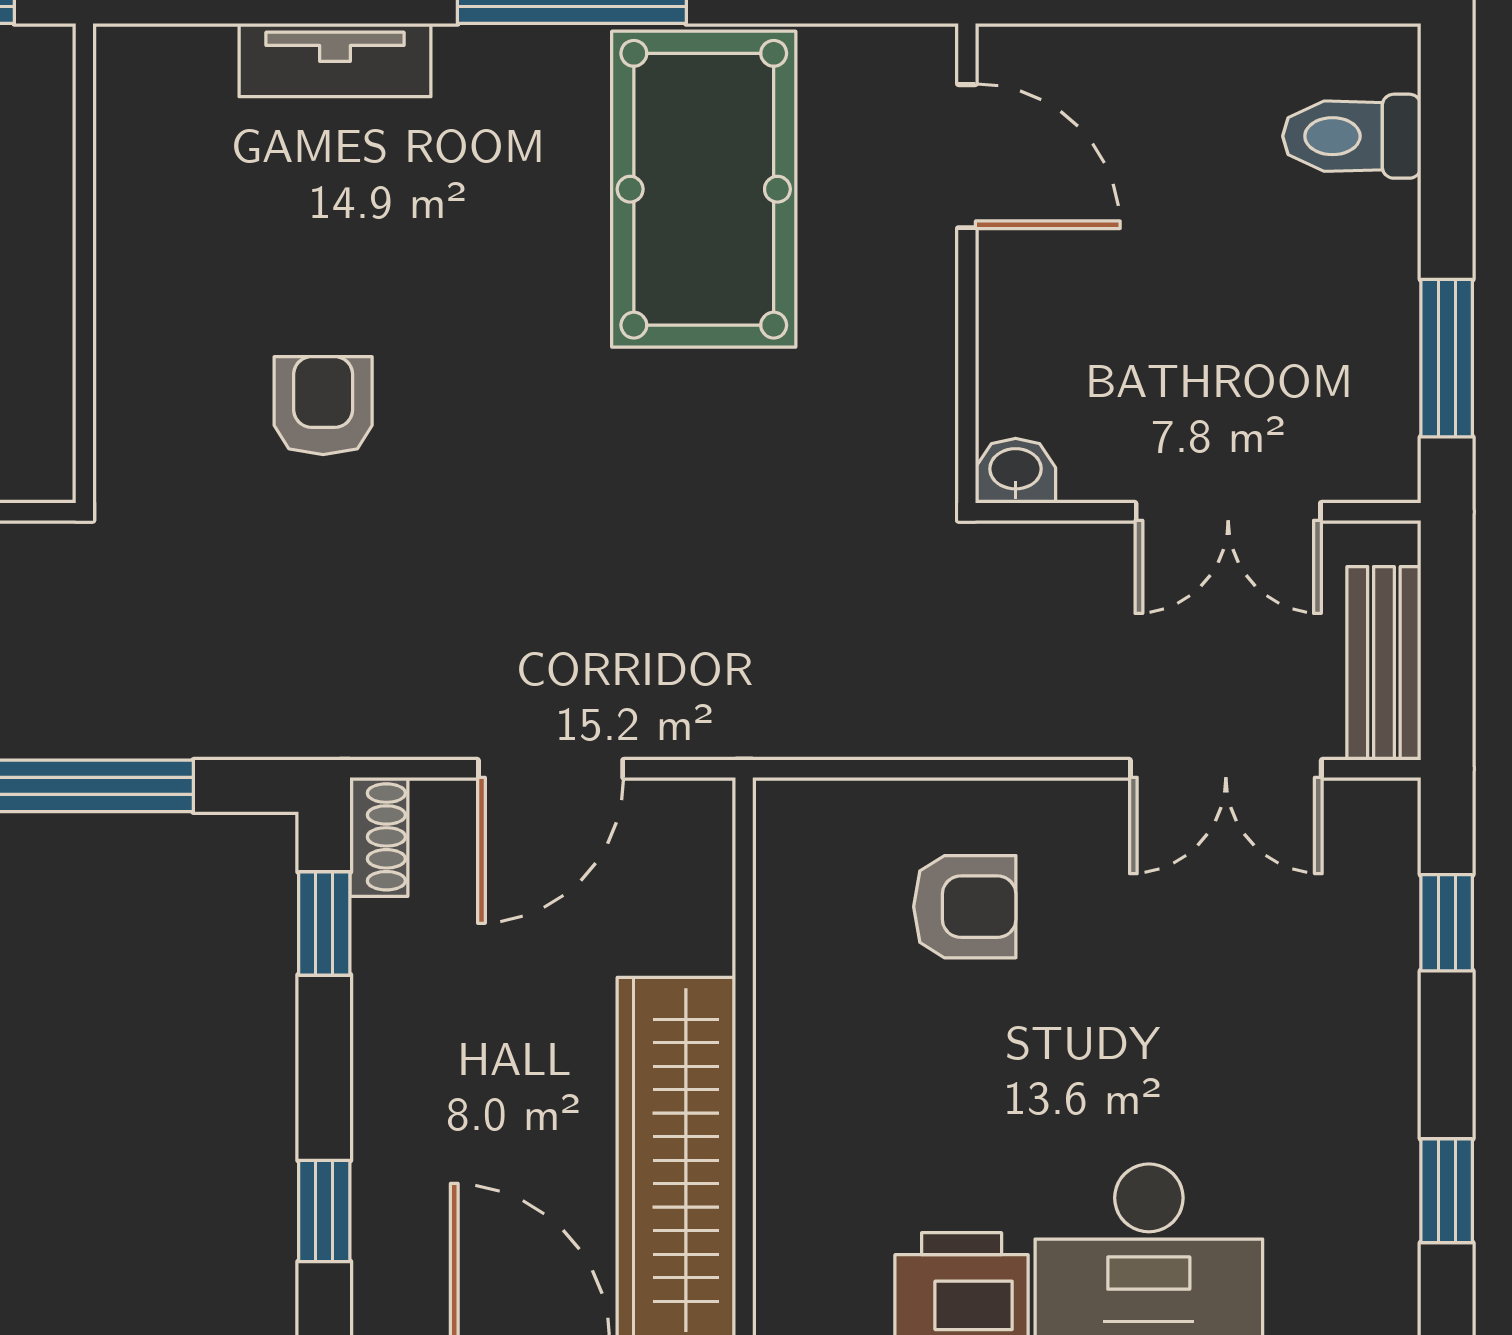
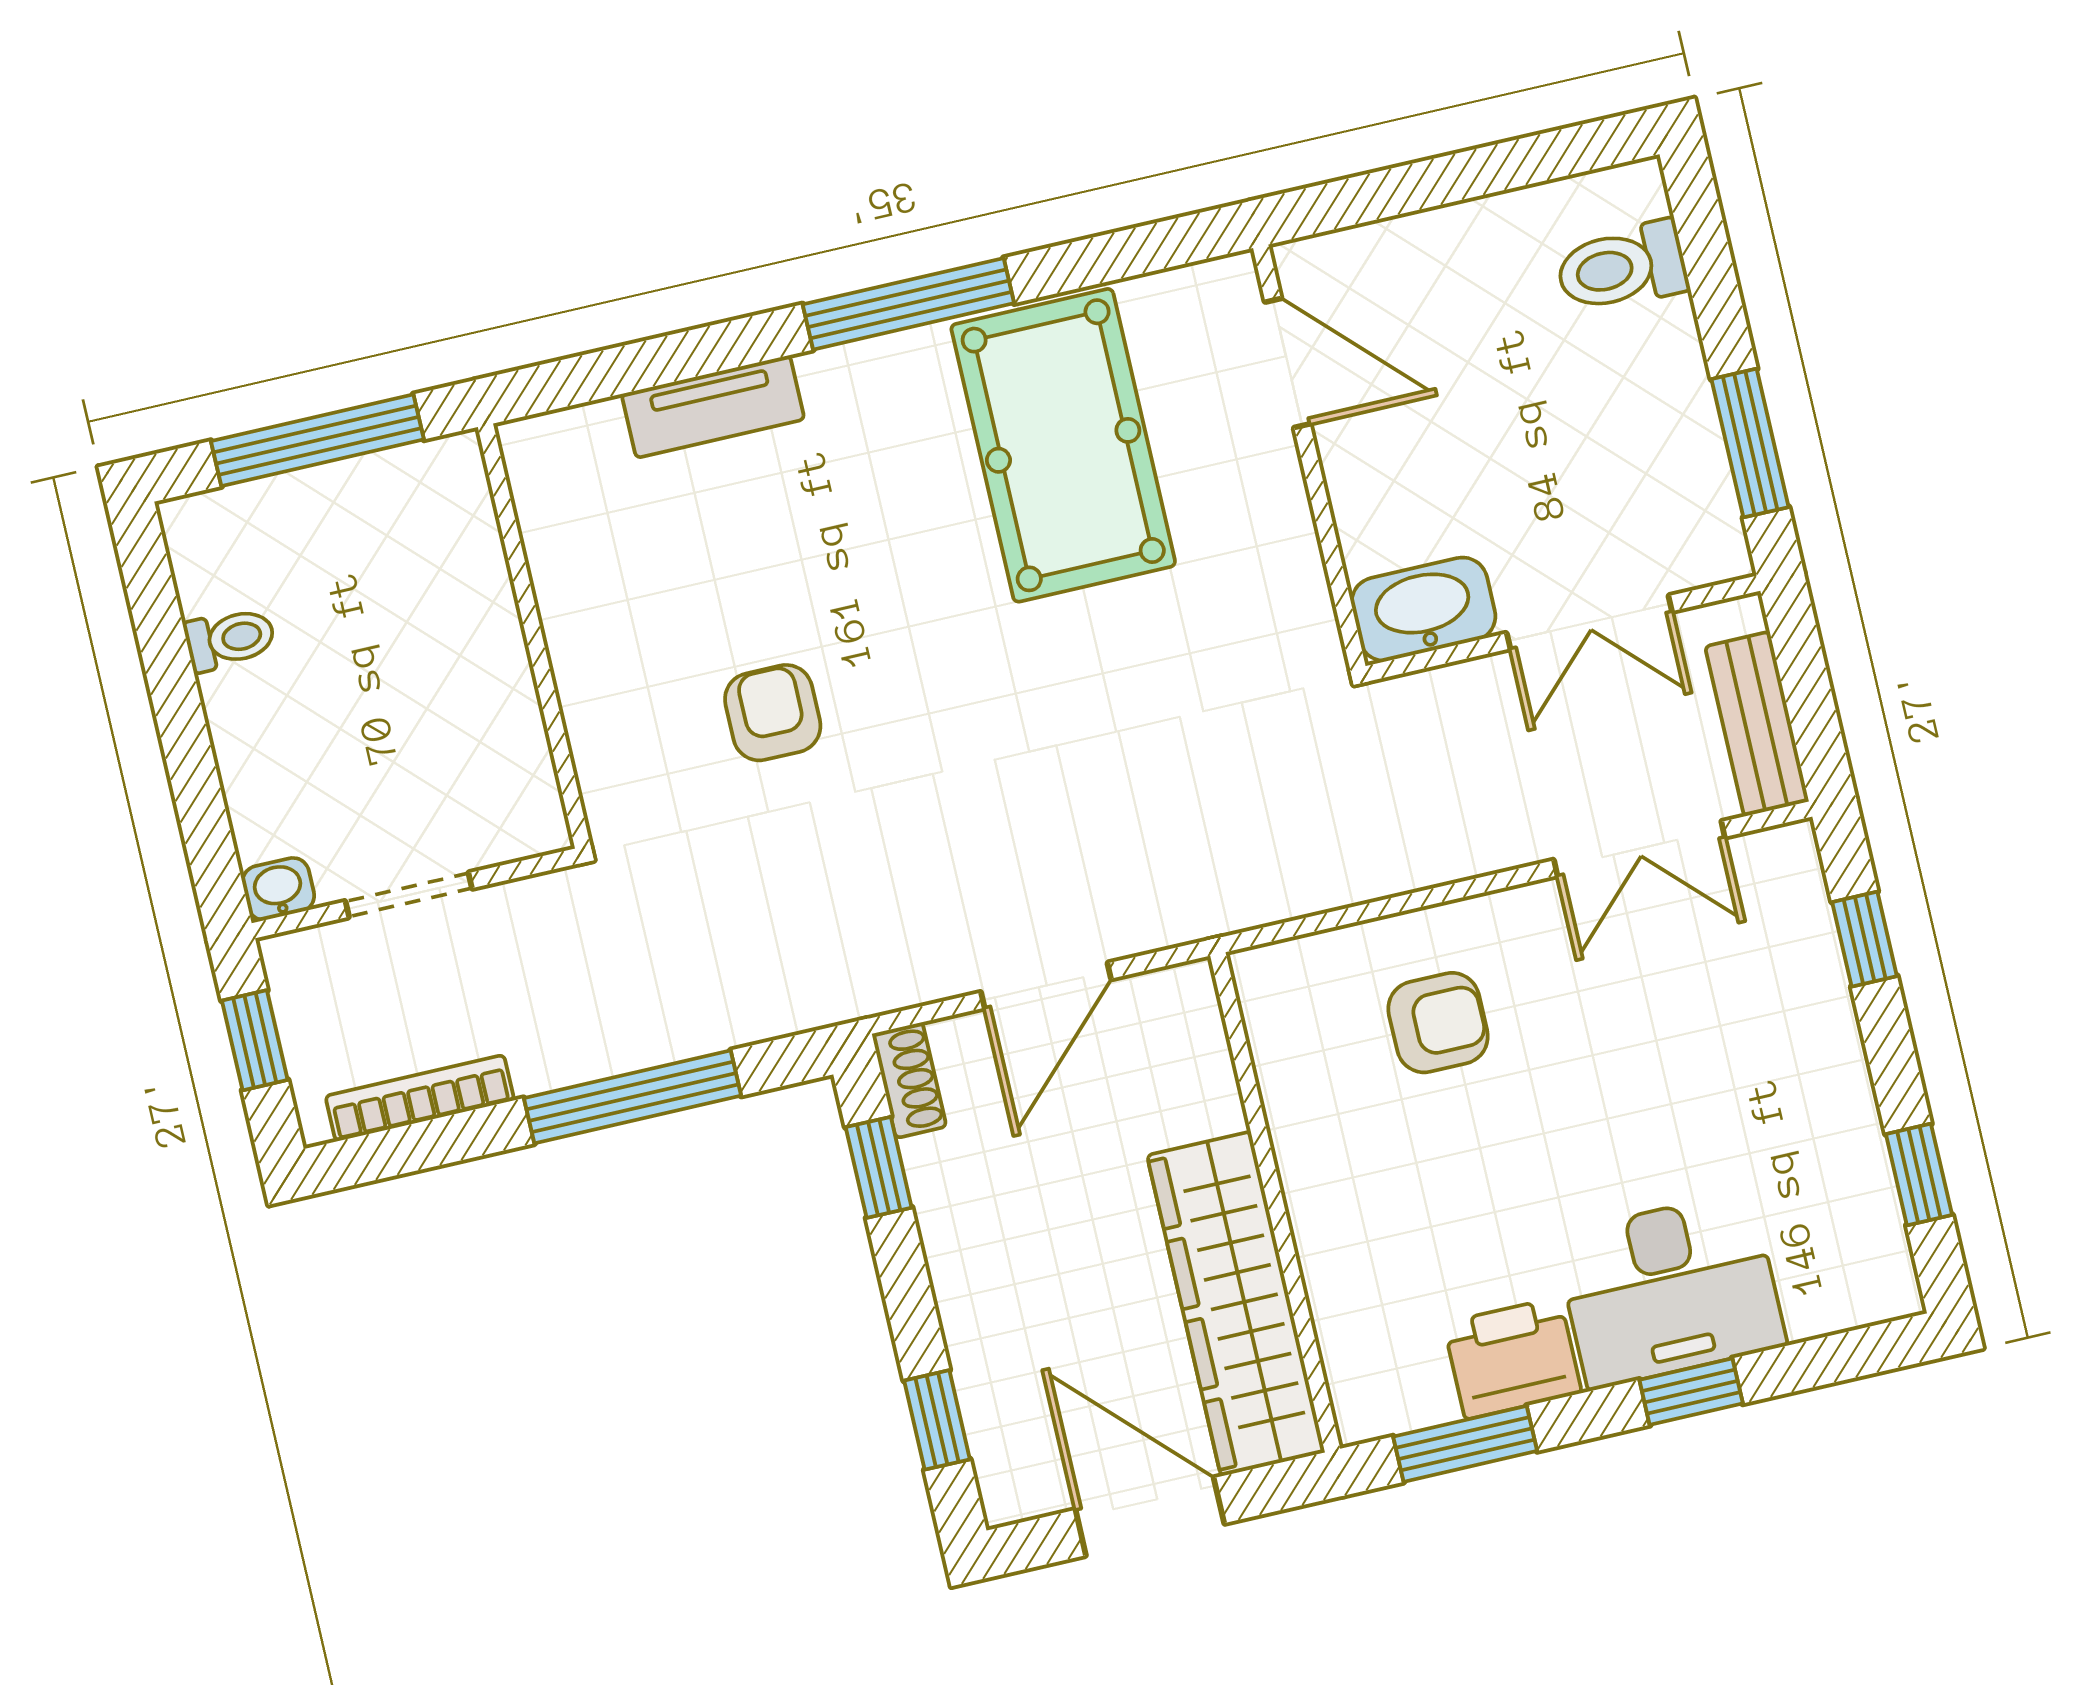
washbasin: (1016, 471) -> (1423, 609), width x1.91, depth x1.45

